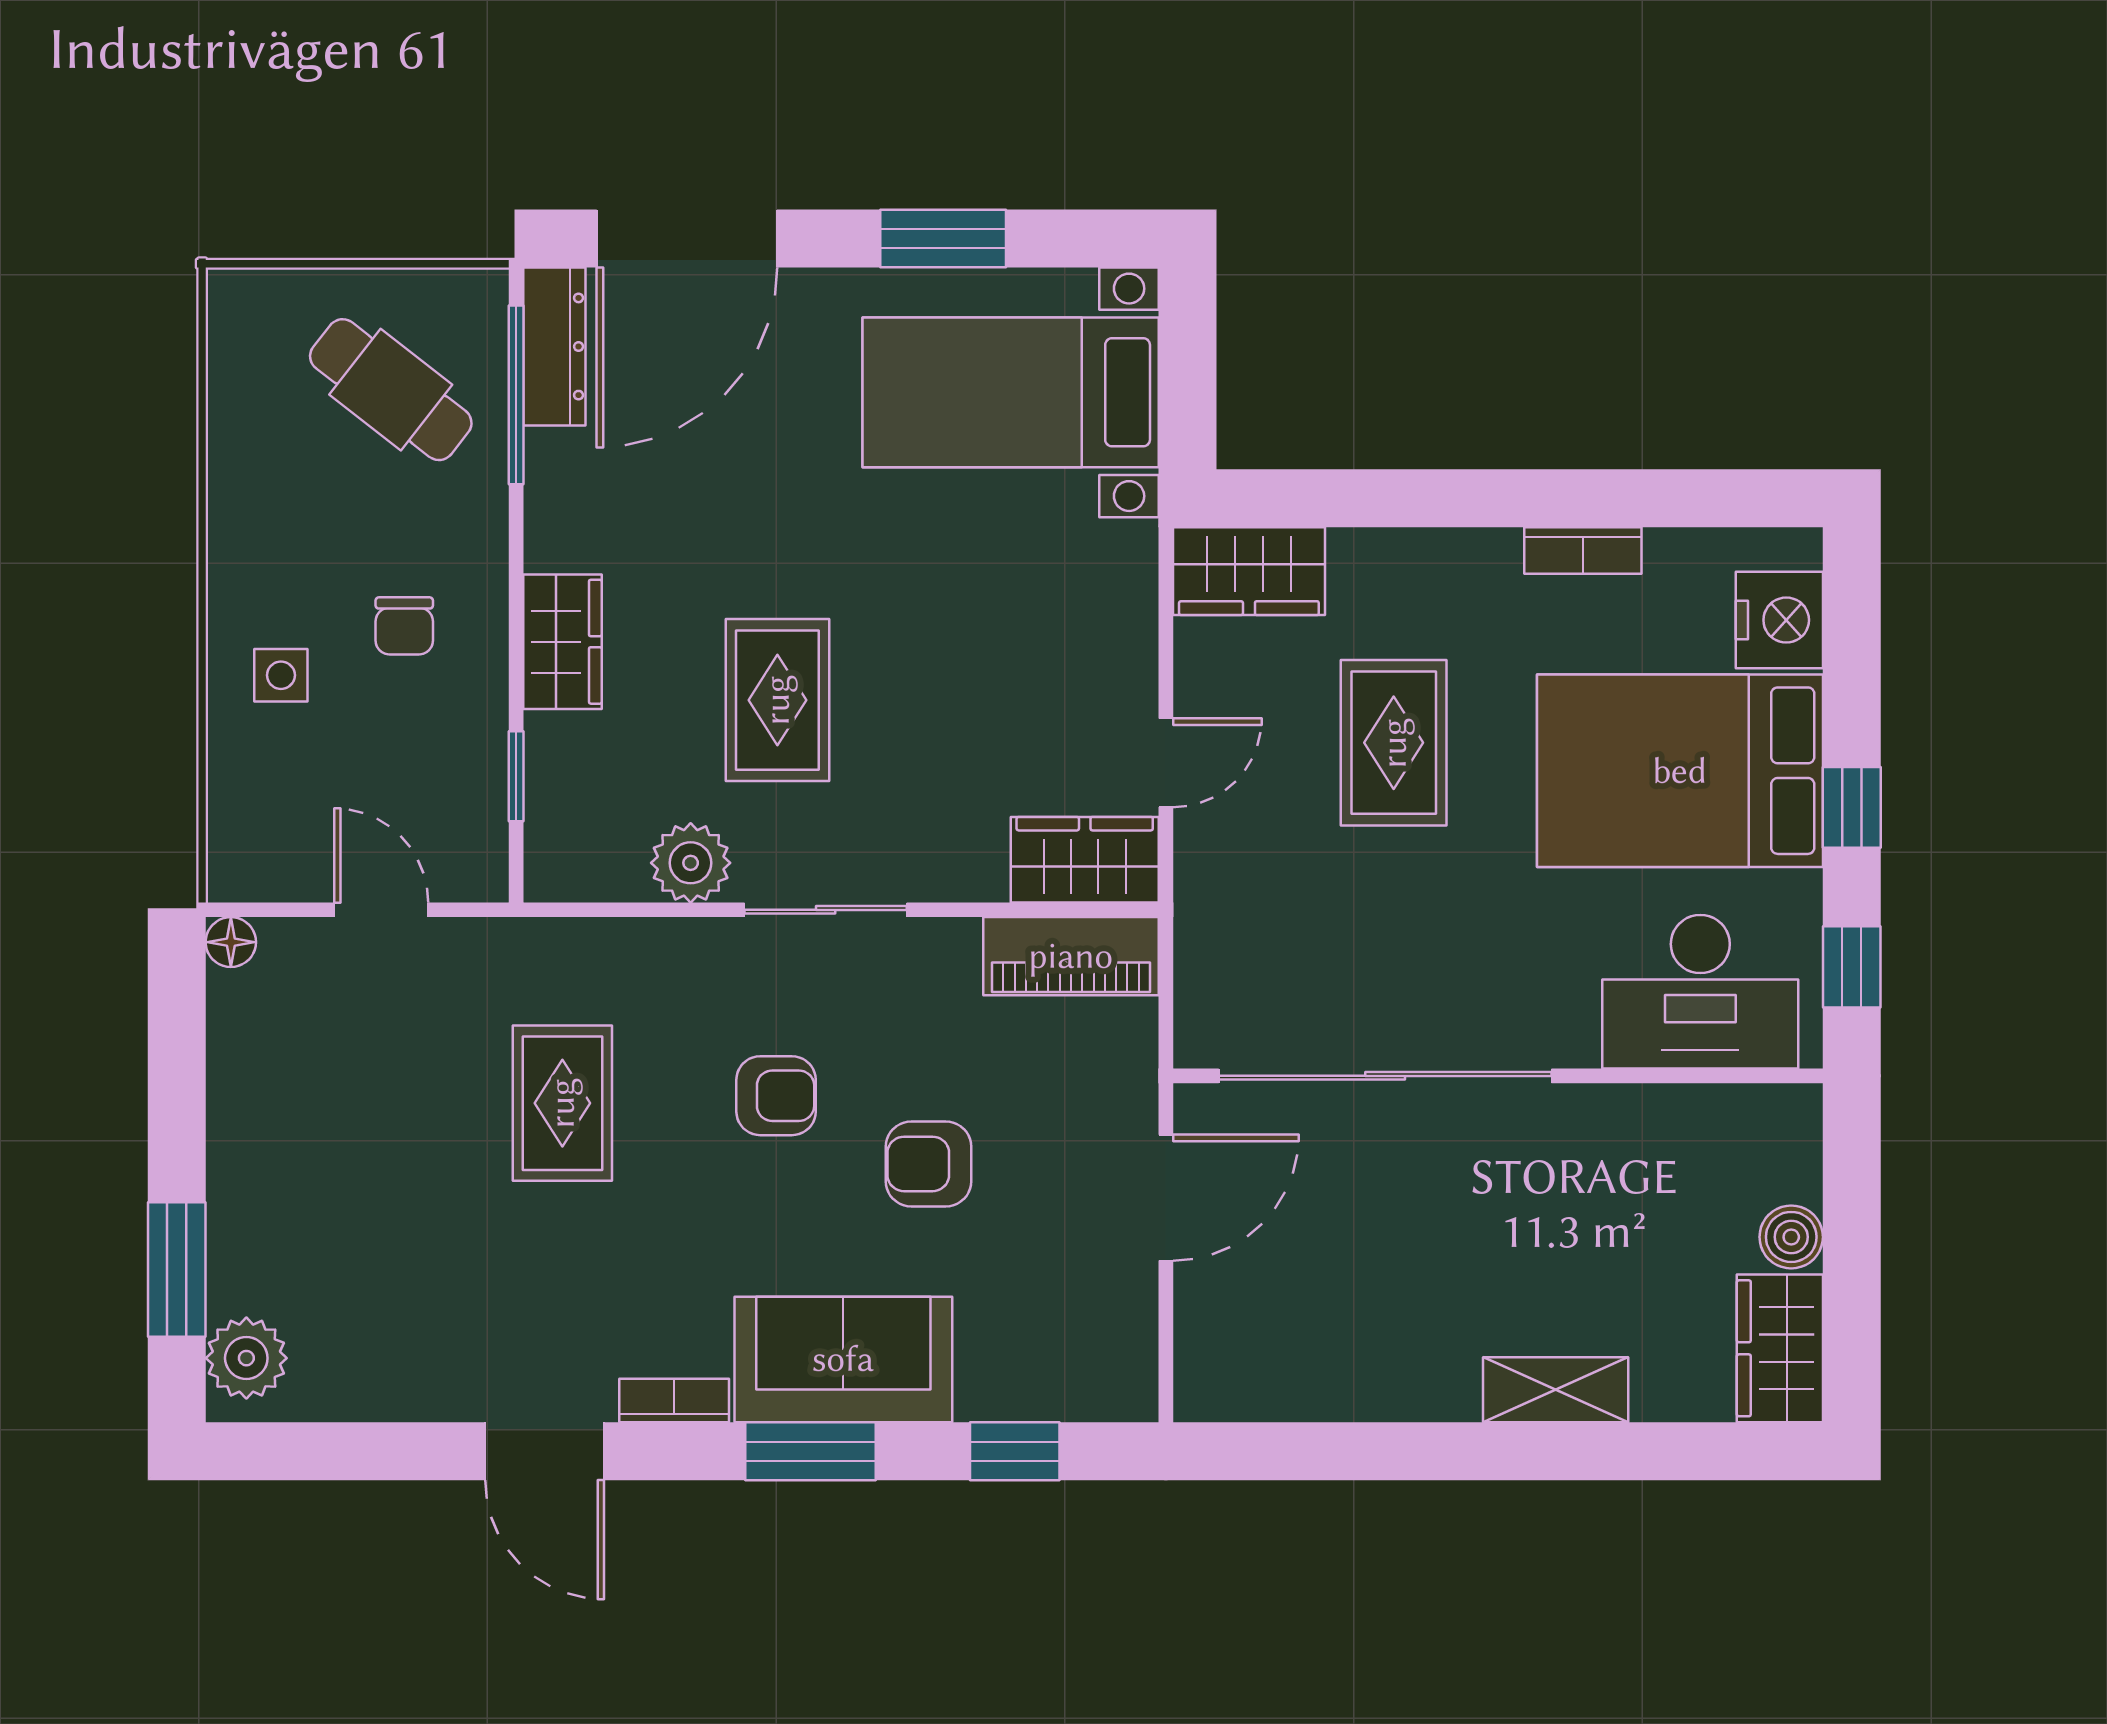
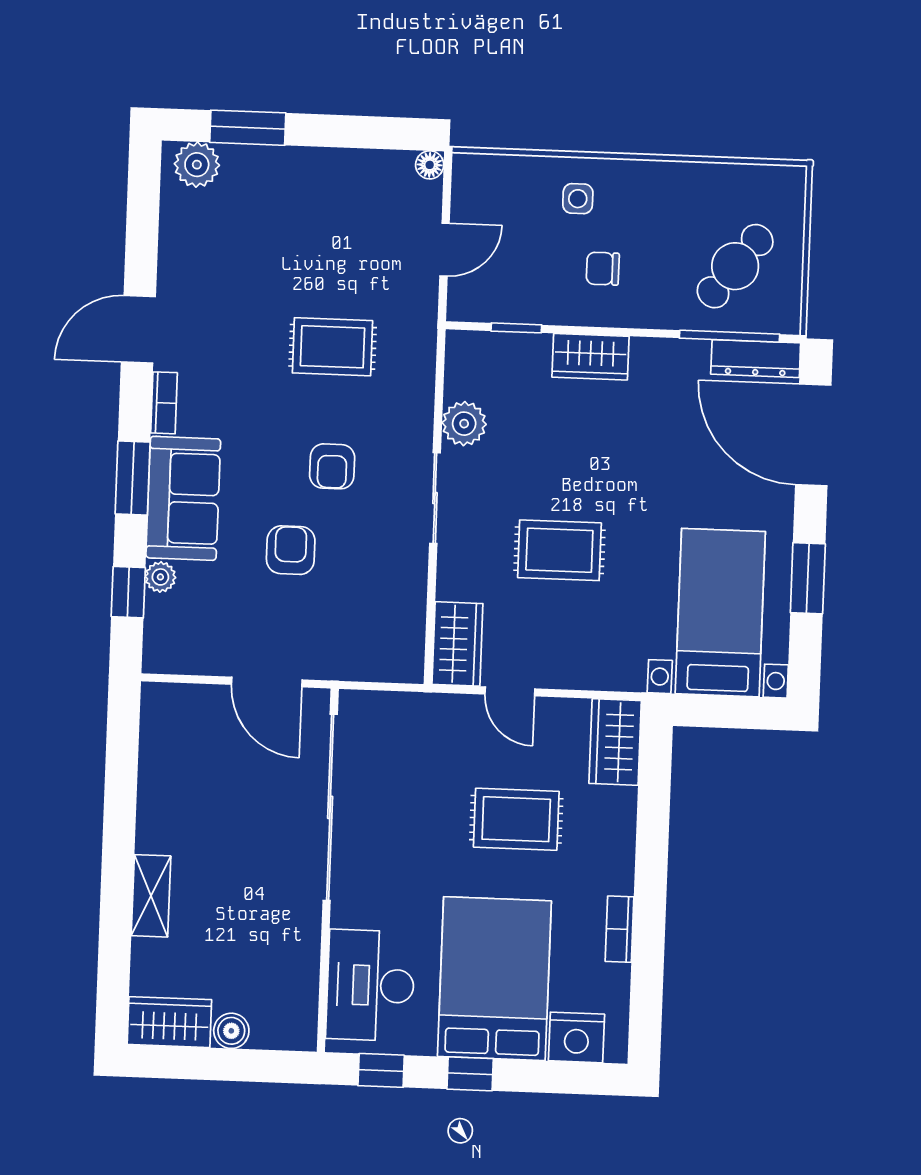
rug: (777, 700) -> (559, 550), moved
piano: (1071, 956) -> (404, 634), removed
plant: (985, 1395) -> (160, 577), added

